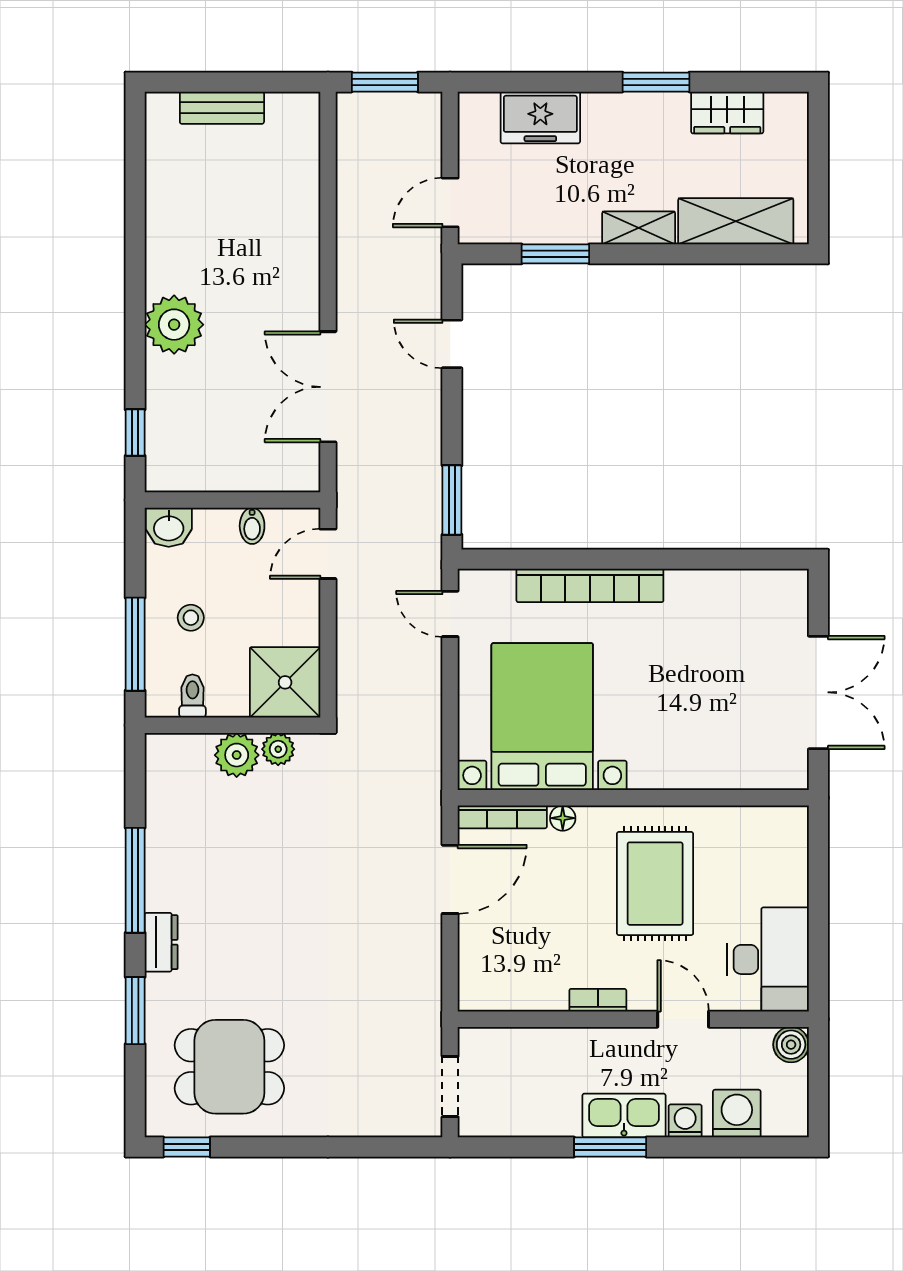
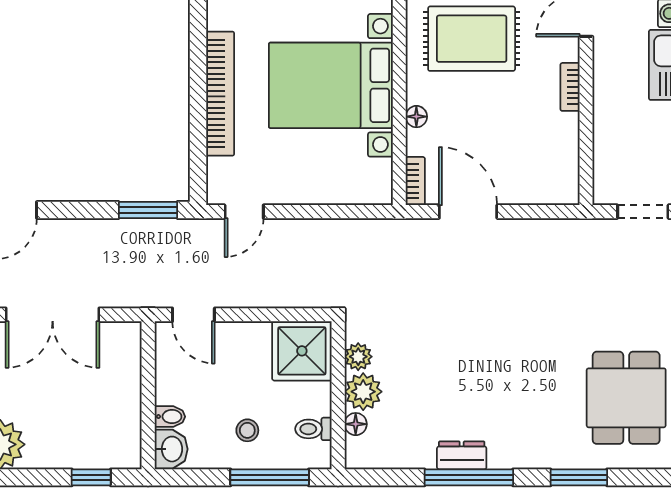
bidet: (252, 526) -> (170, 417), moved
bed with nightstands: (542, 717) -> (331, 85), moved
floor lamp: (198, 746) -> (356, 424), added
bookcase: (502, 817) -> (415, 181), width x0.64
dresser: (161, 942) -> (462, 455), moved

